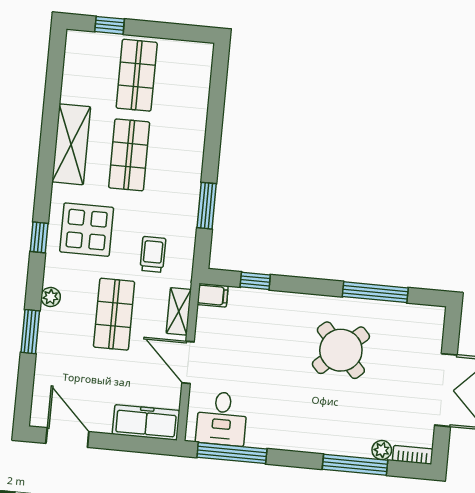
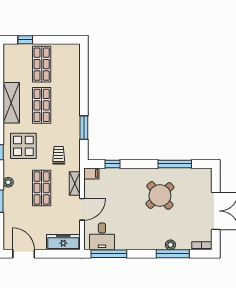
door: (188, 362) -> (82, 209), swing flipped
plant: (382, 450) -> (170, 245), moved

